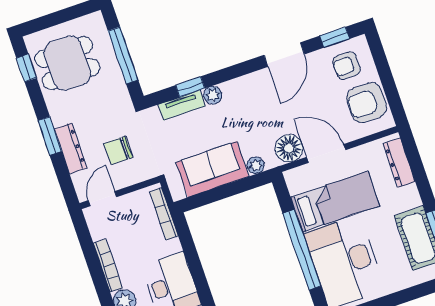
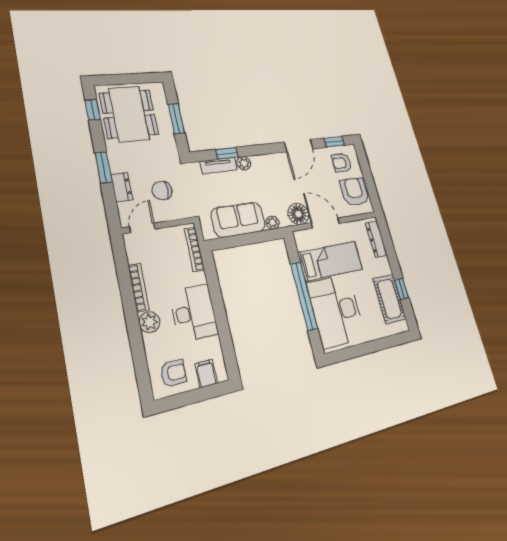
window: (123, 55) -> (176, 119), width x0.69
dining table: (67, 63) -> (129, 114), width x1.38
armchair: (367, 103) -> (355, 192), turned 90
dresser: (71, 148) -> (122, 187), width x0.70

